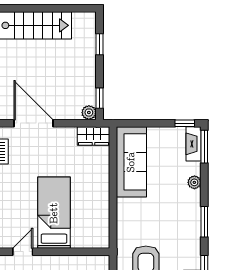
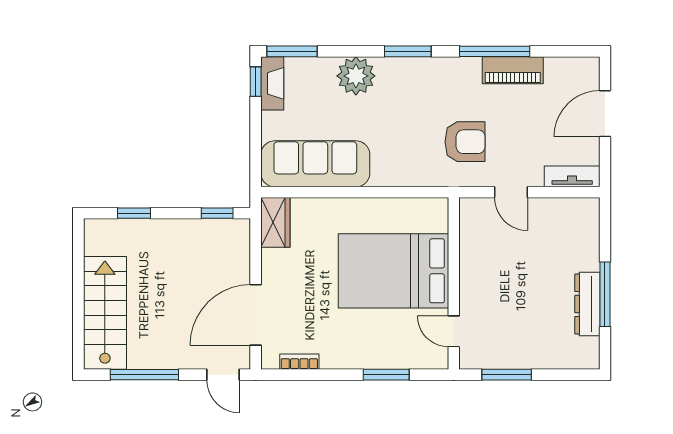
plant: (89, 113) -> (239, 229), removed
fireplace: (194, 144) -> (272, 83), moved, turned -90
plant: (194, 182) -> (356, 76), width x1.87, depth x1.87
bed: (54, 213) -> (394, 271), width x1.50

